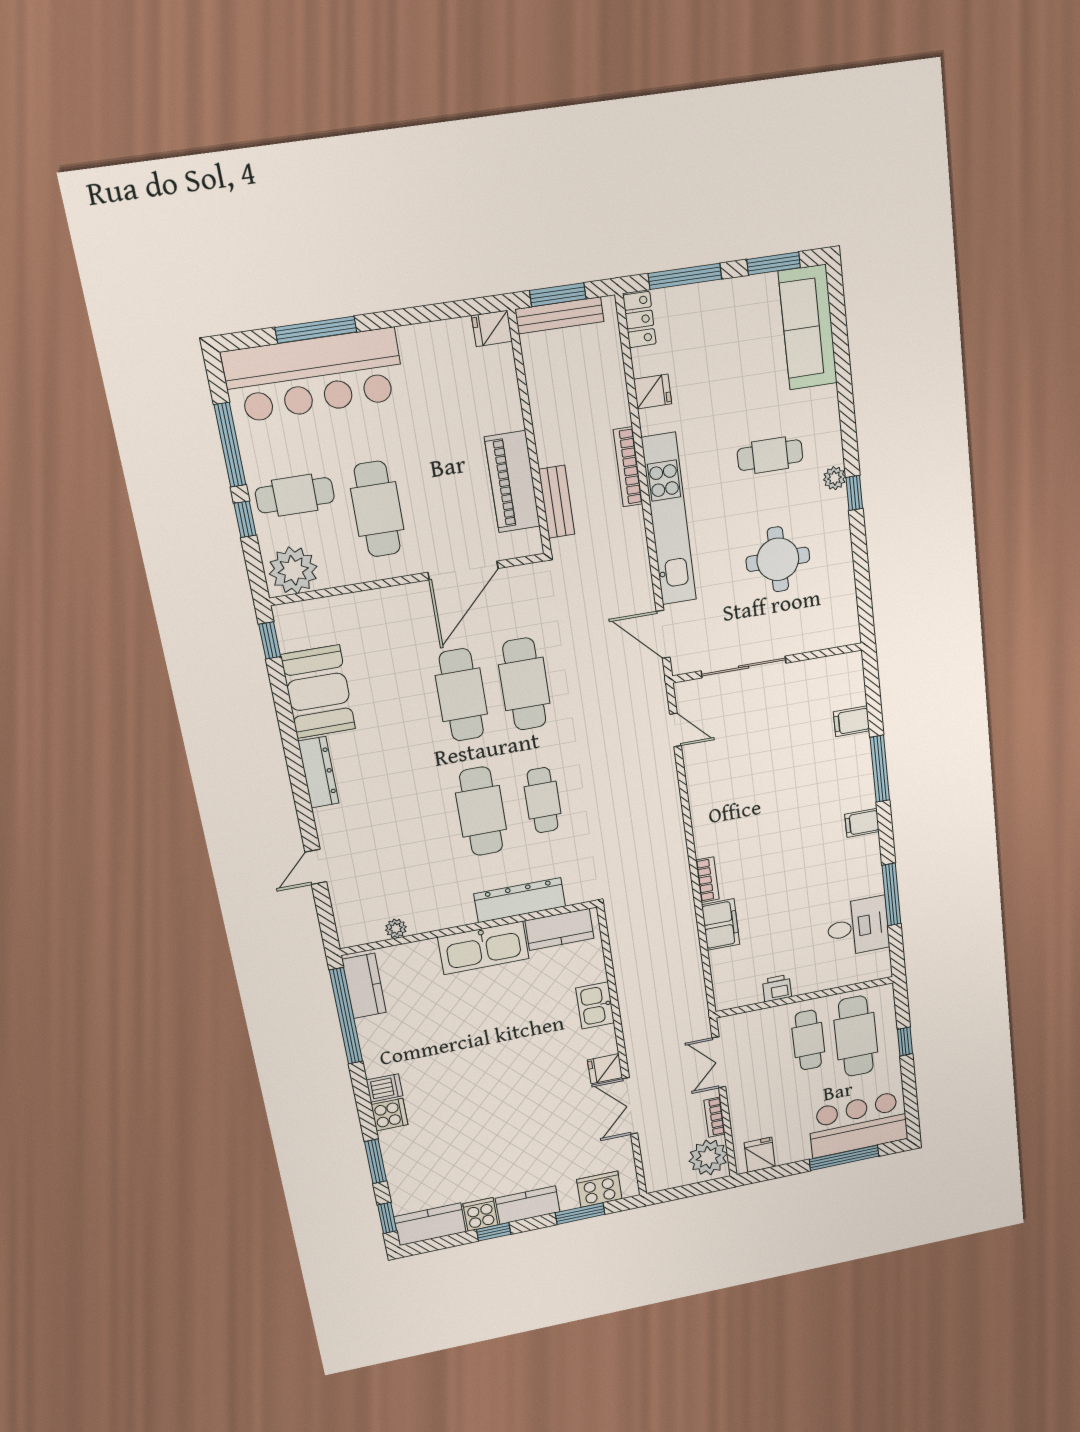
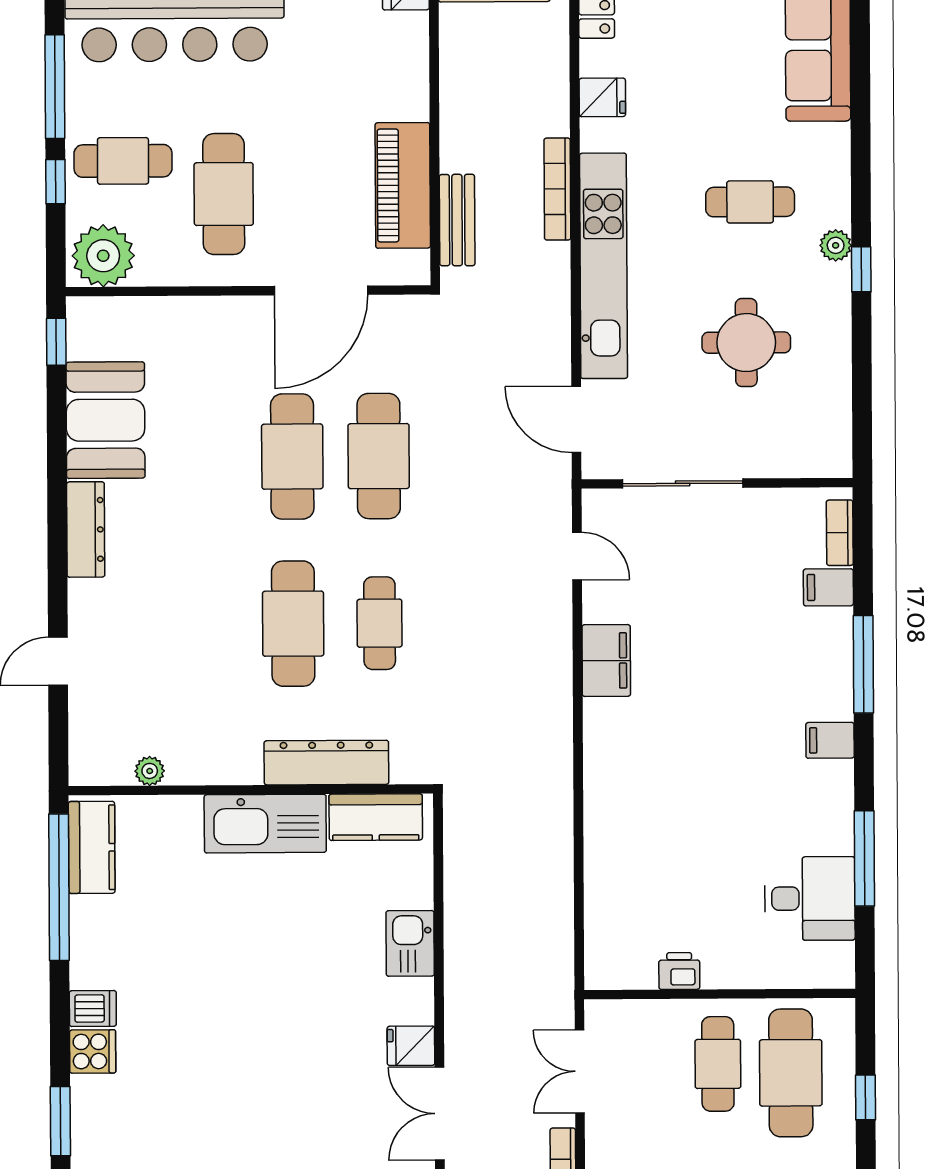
bookcase: (707, 880) -> (840, 533), moved, turned 180
filing cabinet: (721, 925) -> (606, 661), moved

